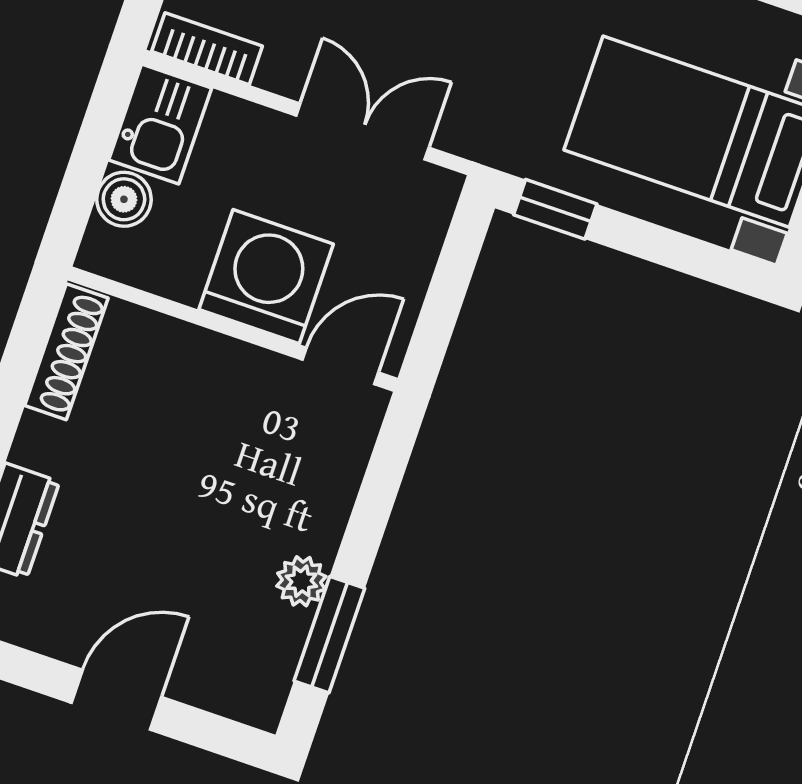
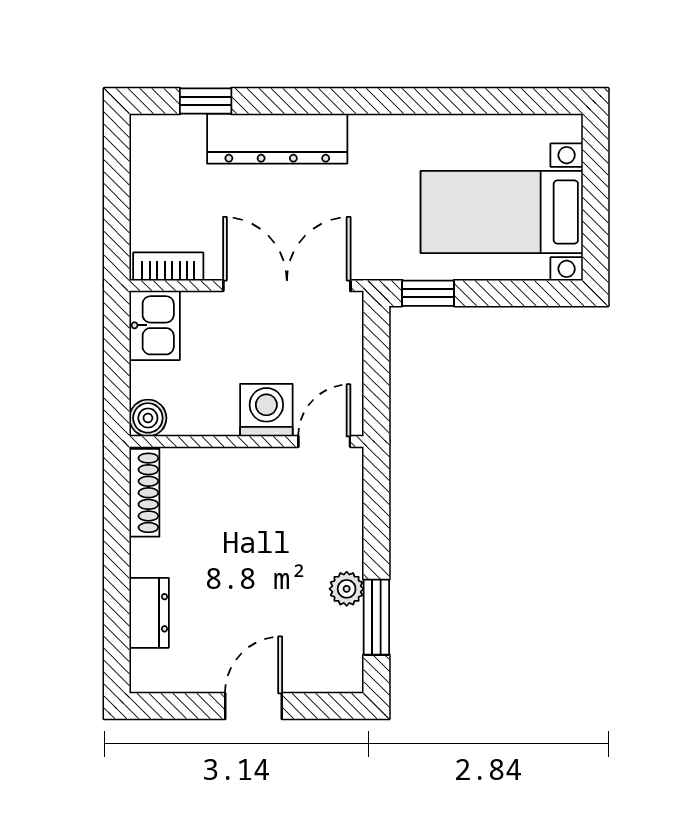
double door: (363, 132) -> (287, 286), width x1.37
boiler: (124, 199) -> (148, 418), moved
washing machine: (266, 277) -> (266, 410), width x0.73, depth x0.73

